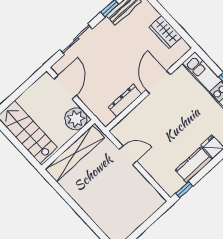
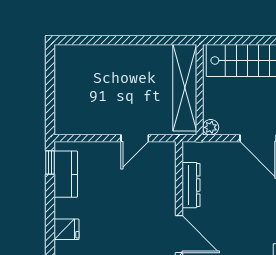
plant: (76, 119) -> (211, 127), width x0.53, depth x0.53
kitchen counter: (194, 165) -> (66, 174), moved

